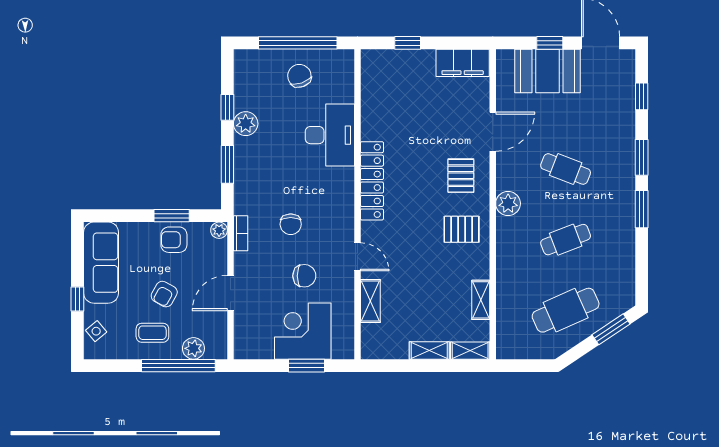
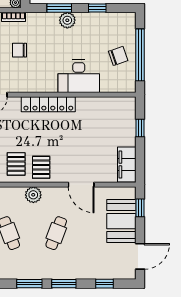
window: (550, 43) -> (140, 208), moved
plant: (246, 124) -> (67, 20), moved
pallet: (461, 176) -> (41, 167), moved, turned 90

